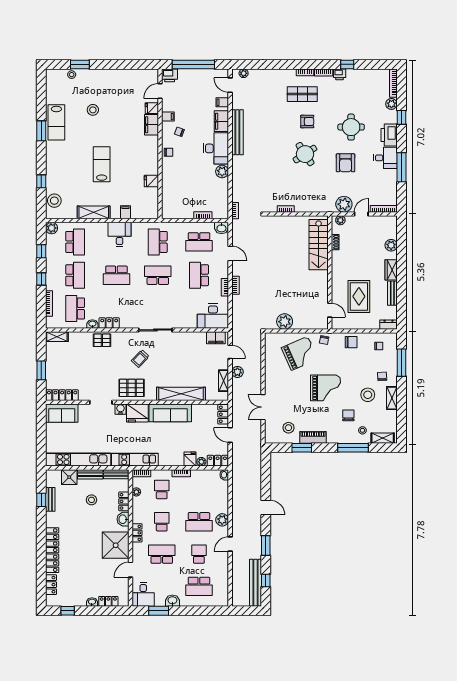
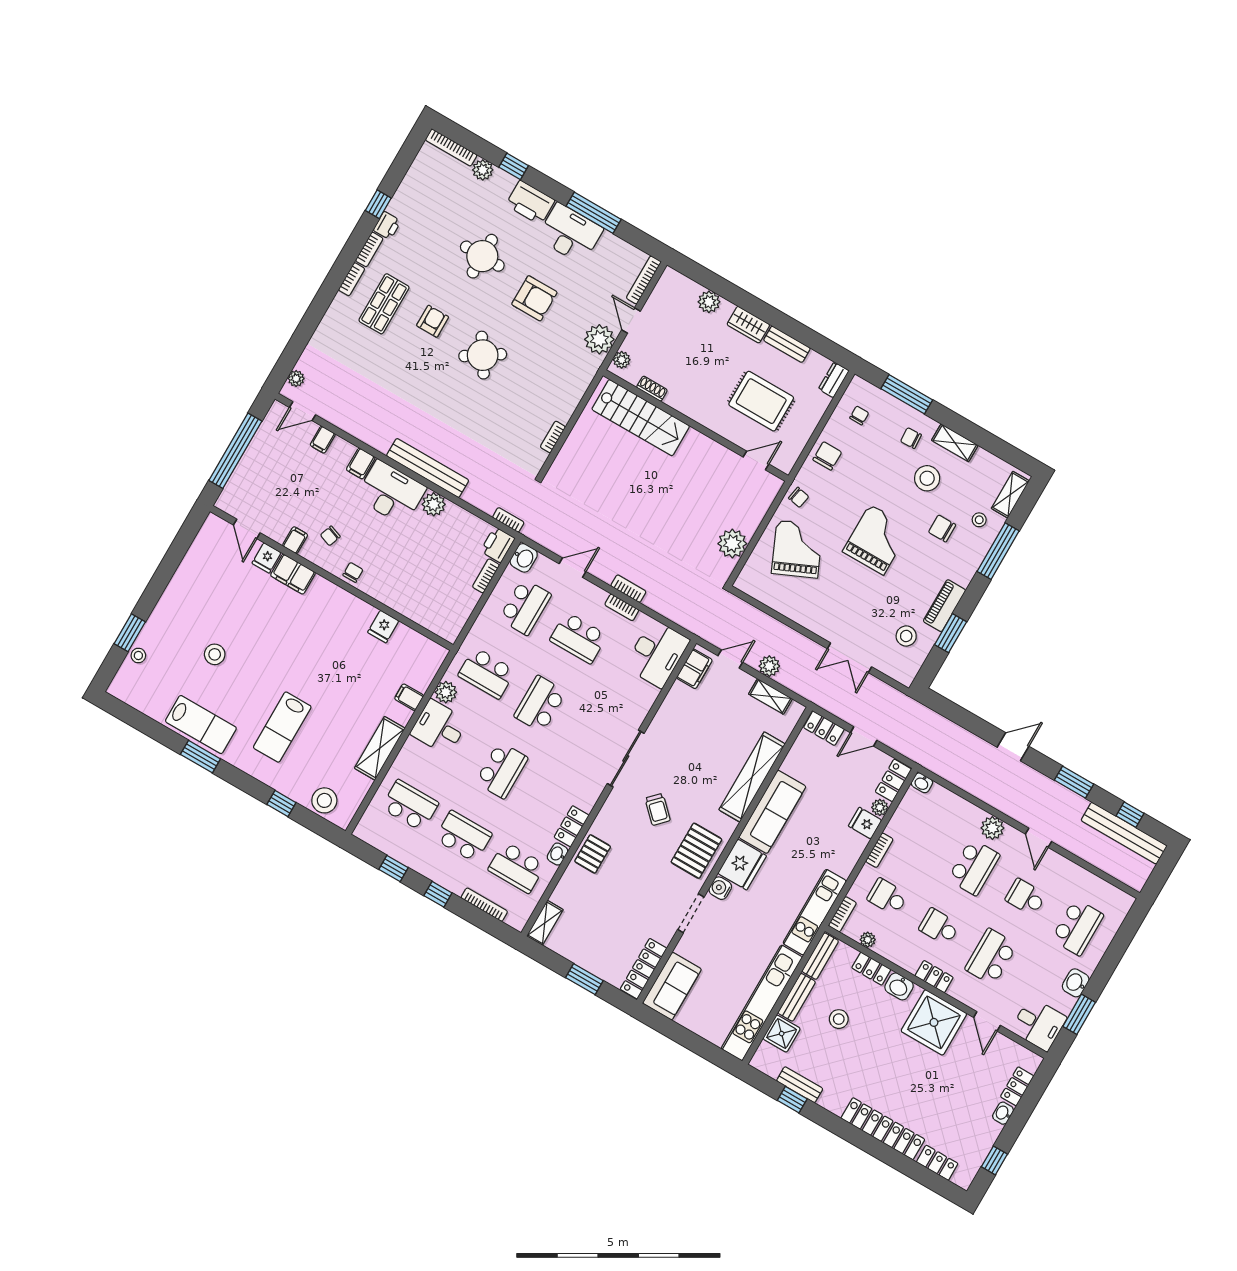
printer: (170, 75) -> (498, 545), moved, turned 180
filing cabinet: (221, 121) -> (361, 463), width x0.50
bench: (237, 132) -> (428, 468), moved
desk: (385, 158) -> (570, 233), width x1.37
lab bench: (102, 164) -> (282, 727), moved, turned -90
plant: (52, 228) -> (446, 692), moved

